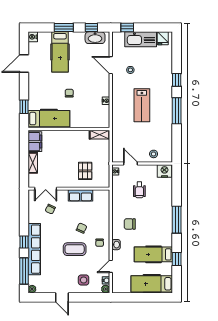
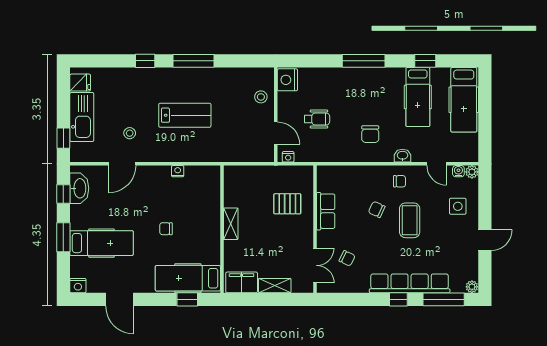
hospital bed: (49, 119) -> (188, 278), moved, turned -90
shelving: (100, 135) -> (231, 224), moved
door: (130, 164) -> (276, 133), swing flipped

